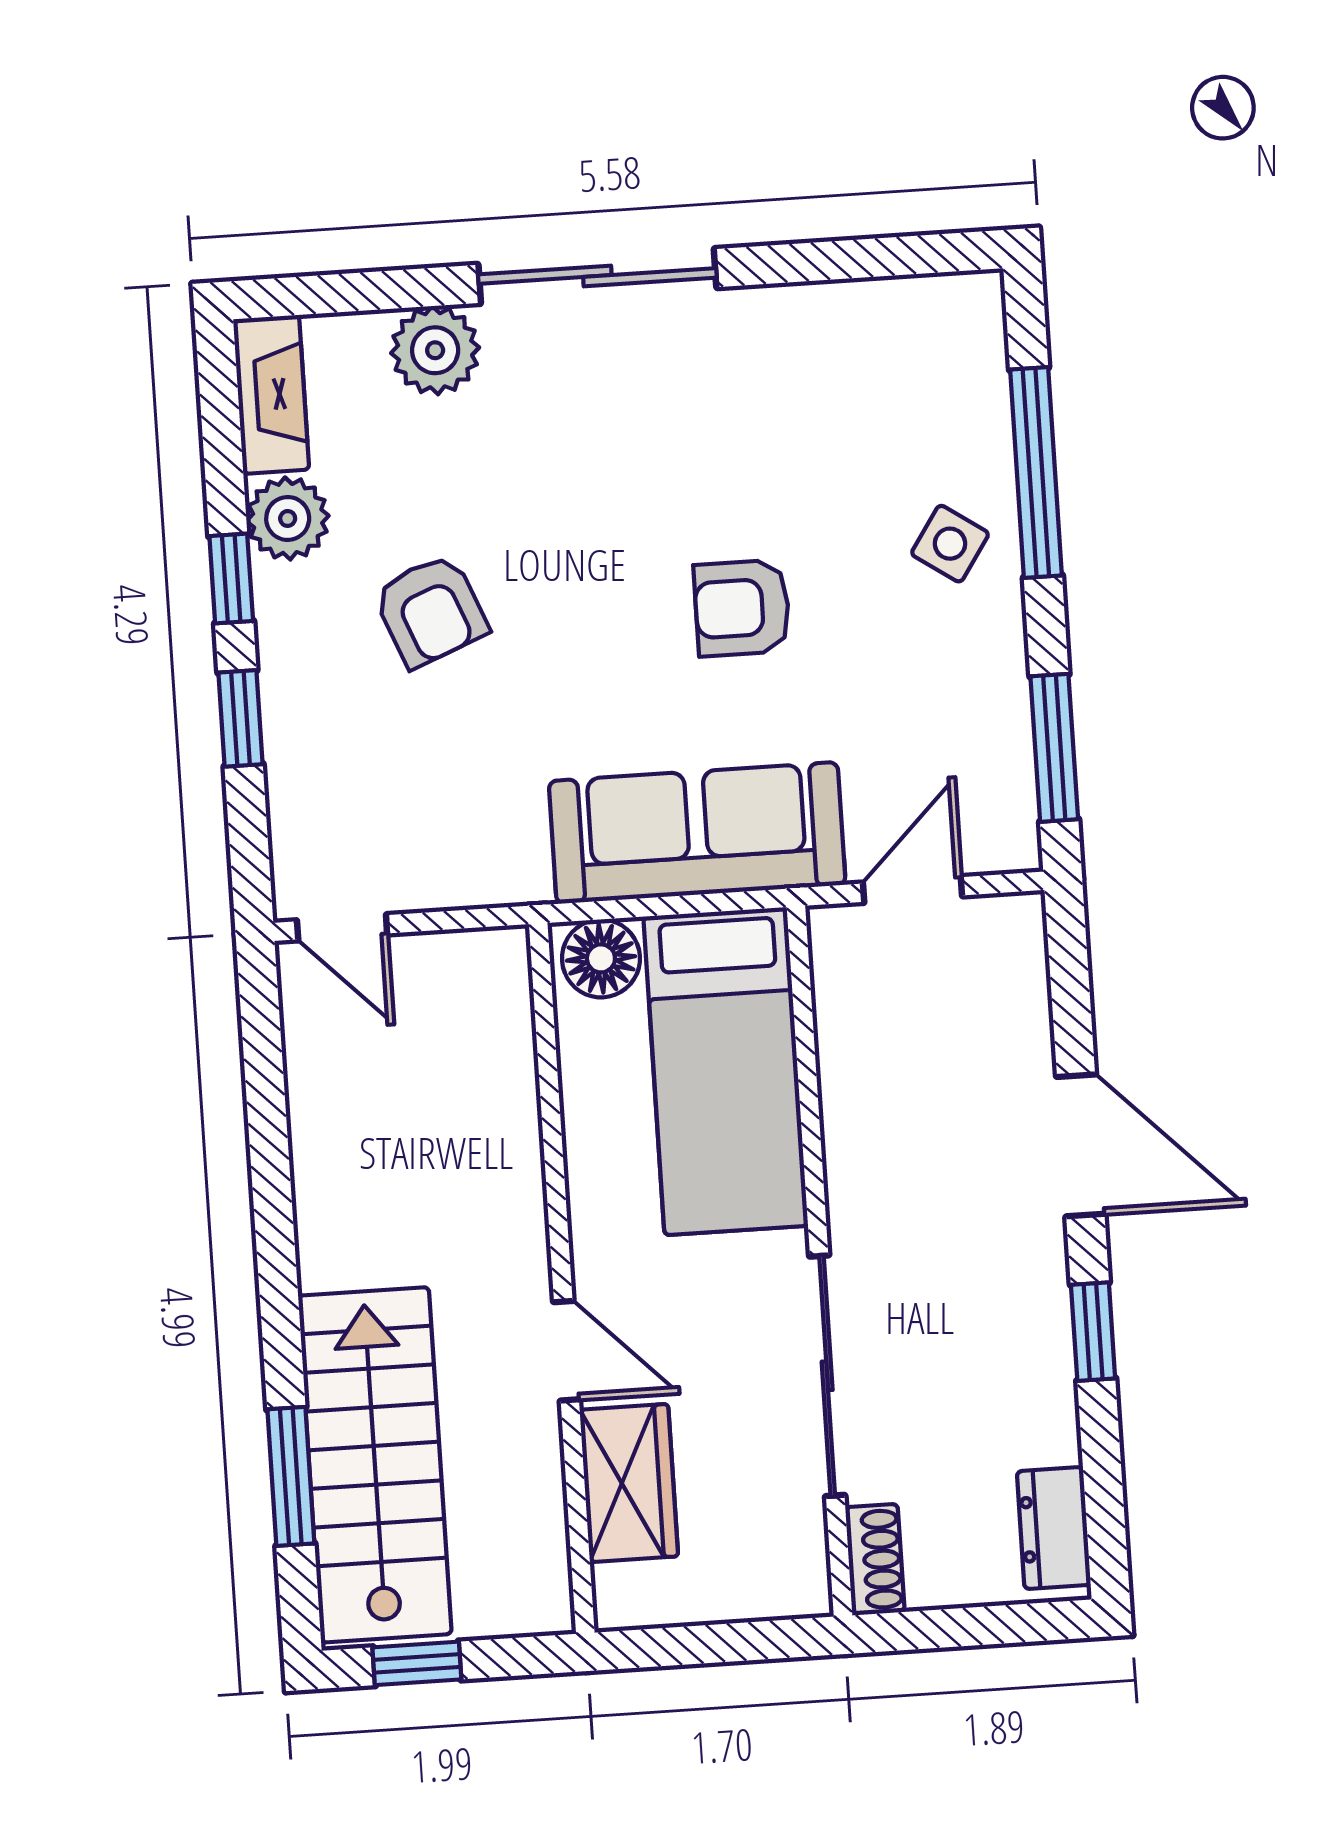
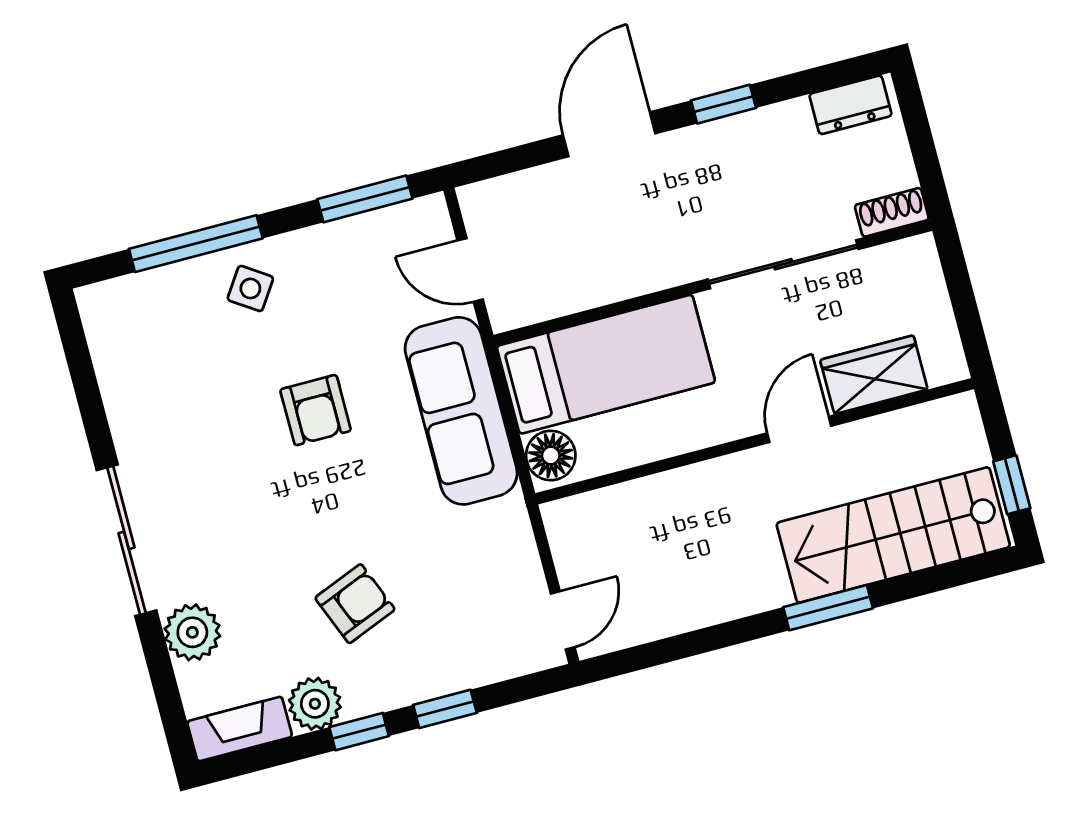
window: (291, 1476) -> (828, 608), moved

